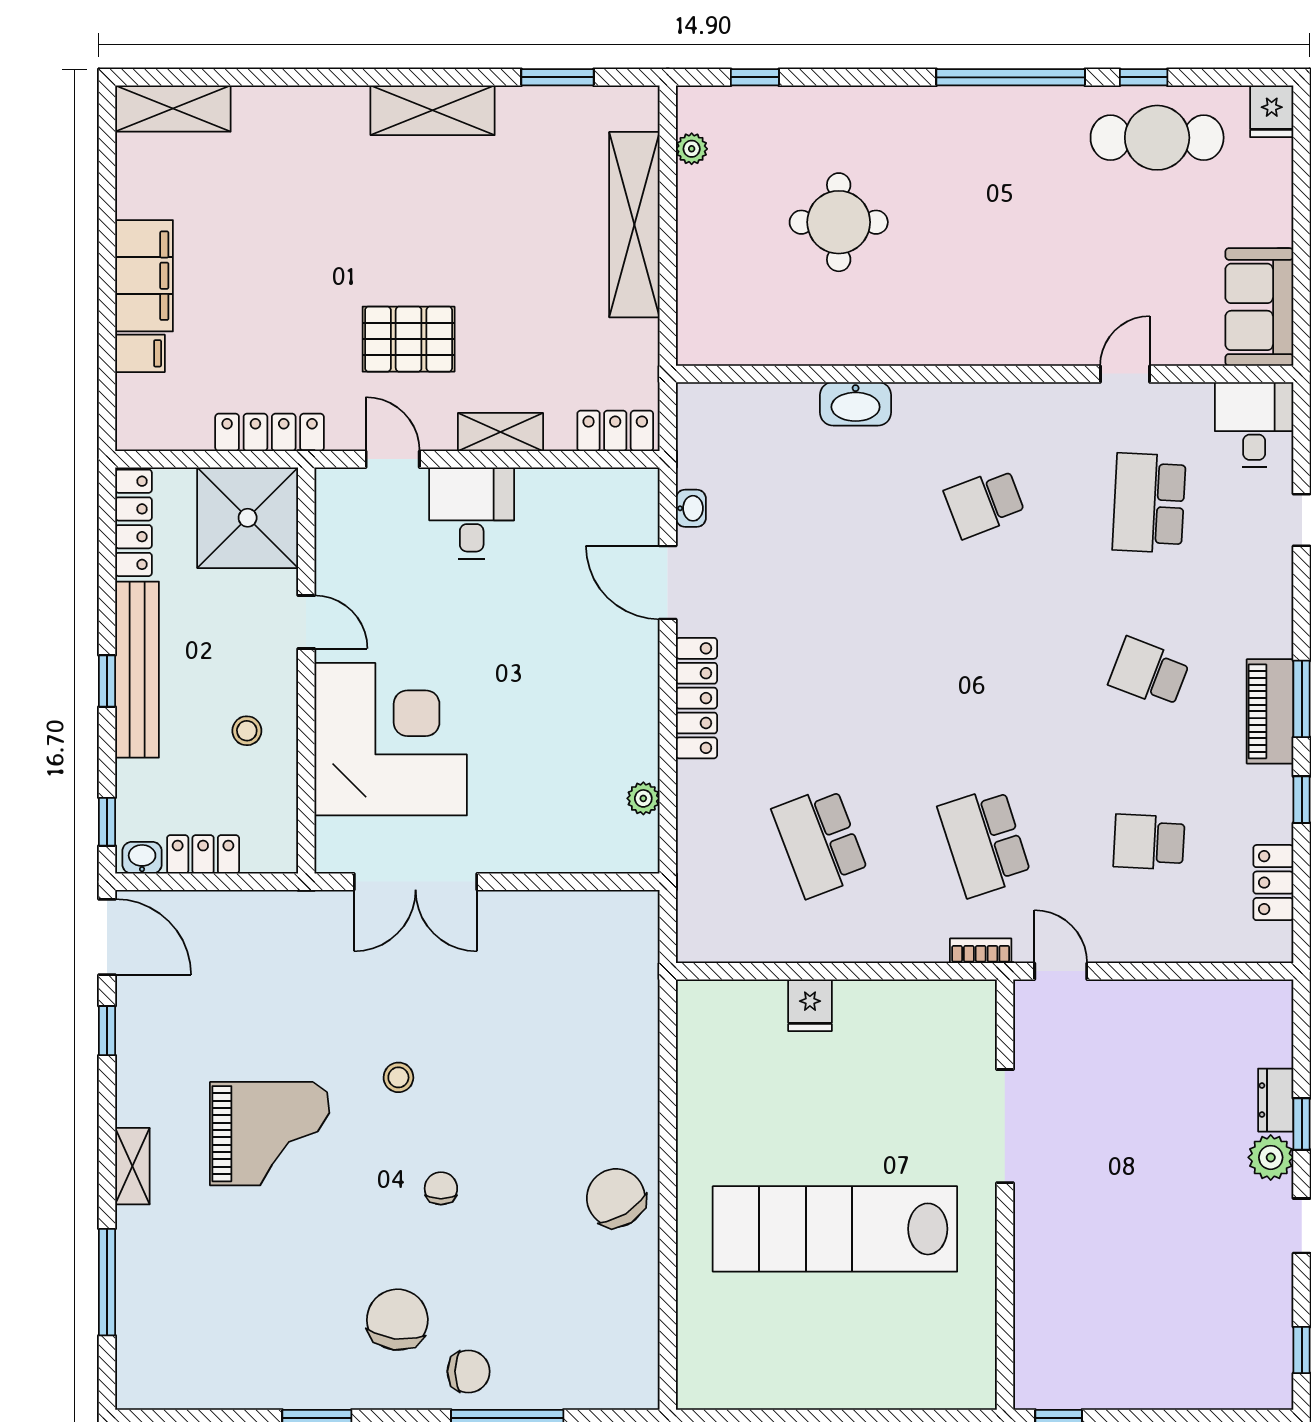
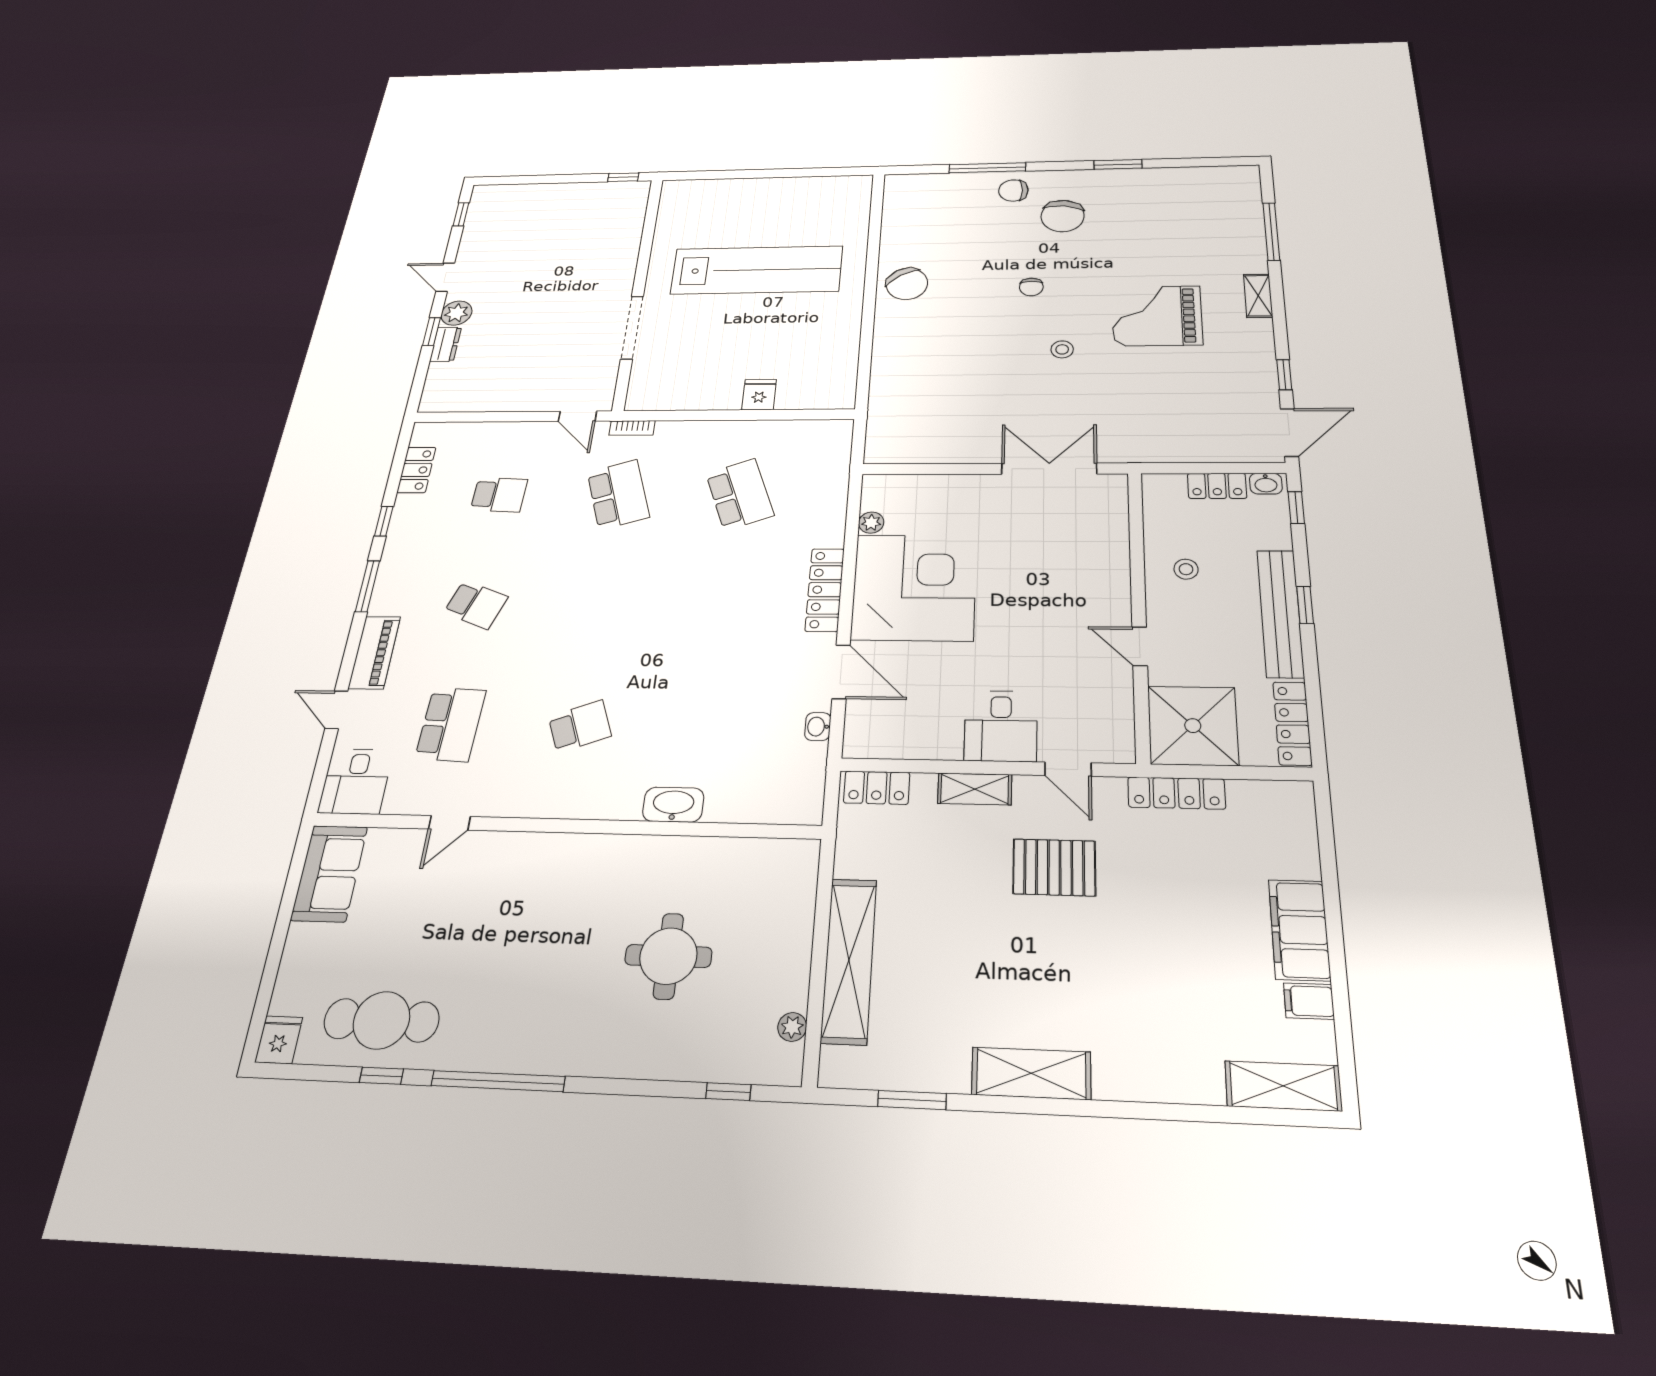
filing cabinet: (140, 353) -> (1309, 1001), moved
piano: (1270, 711) -> (374, 652), moved
corner desk: (391, 739) -> (914, 587), moved, turned 180
door: (107, 937) -> (1289, 432), swing flipped

